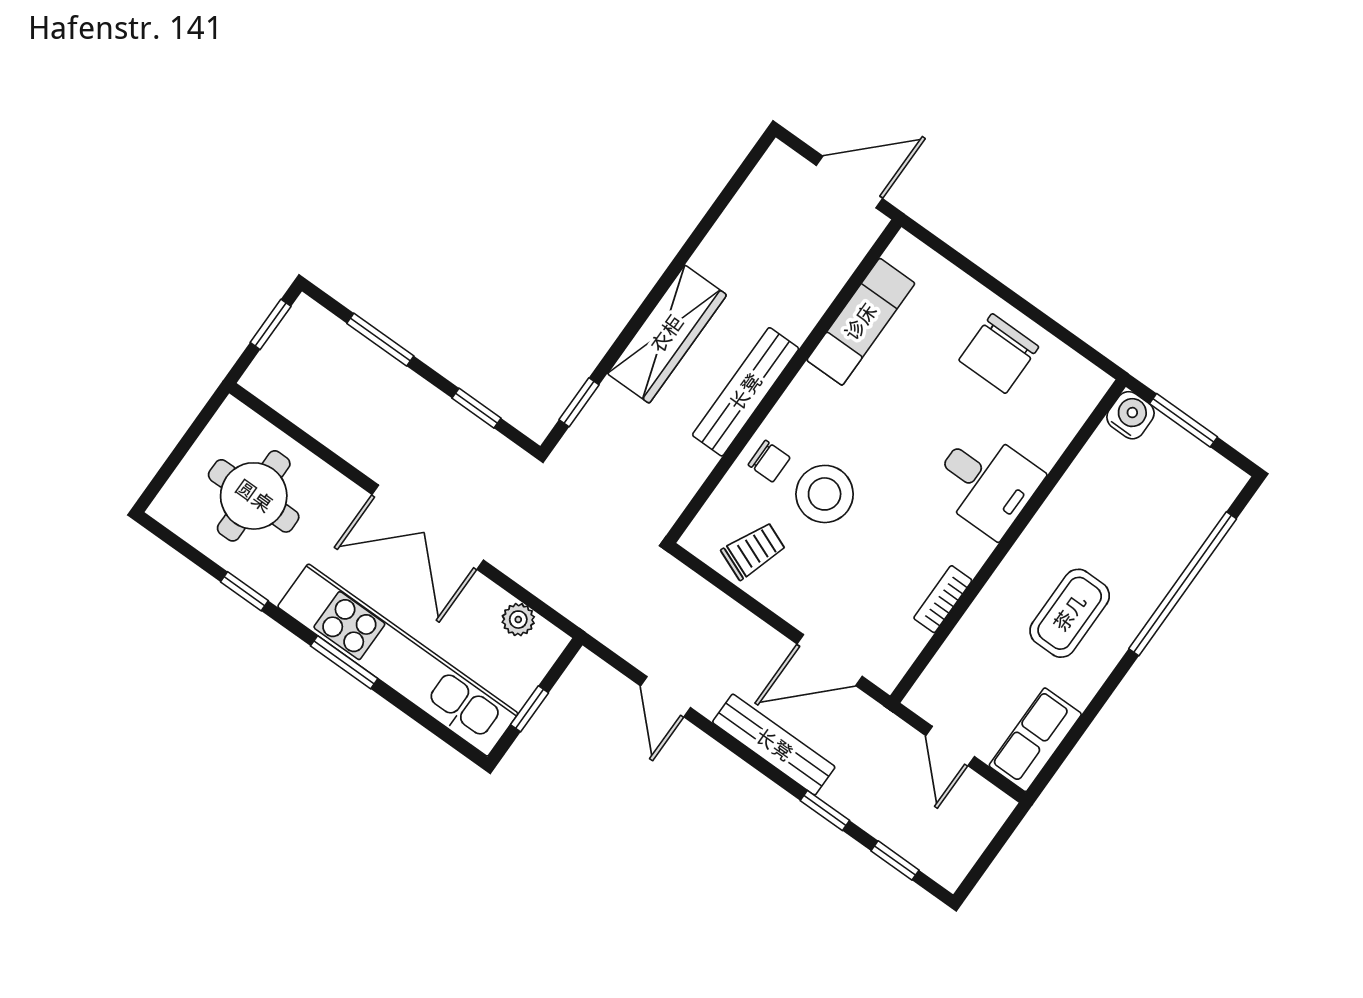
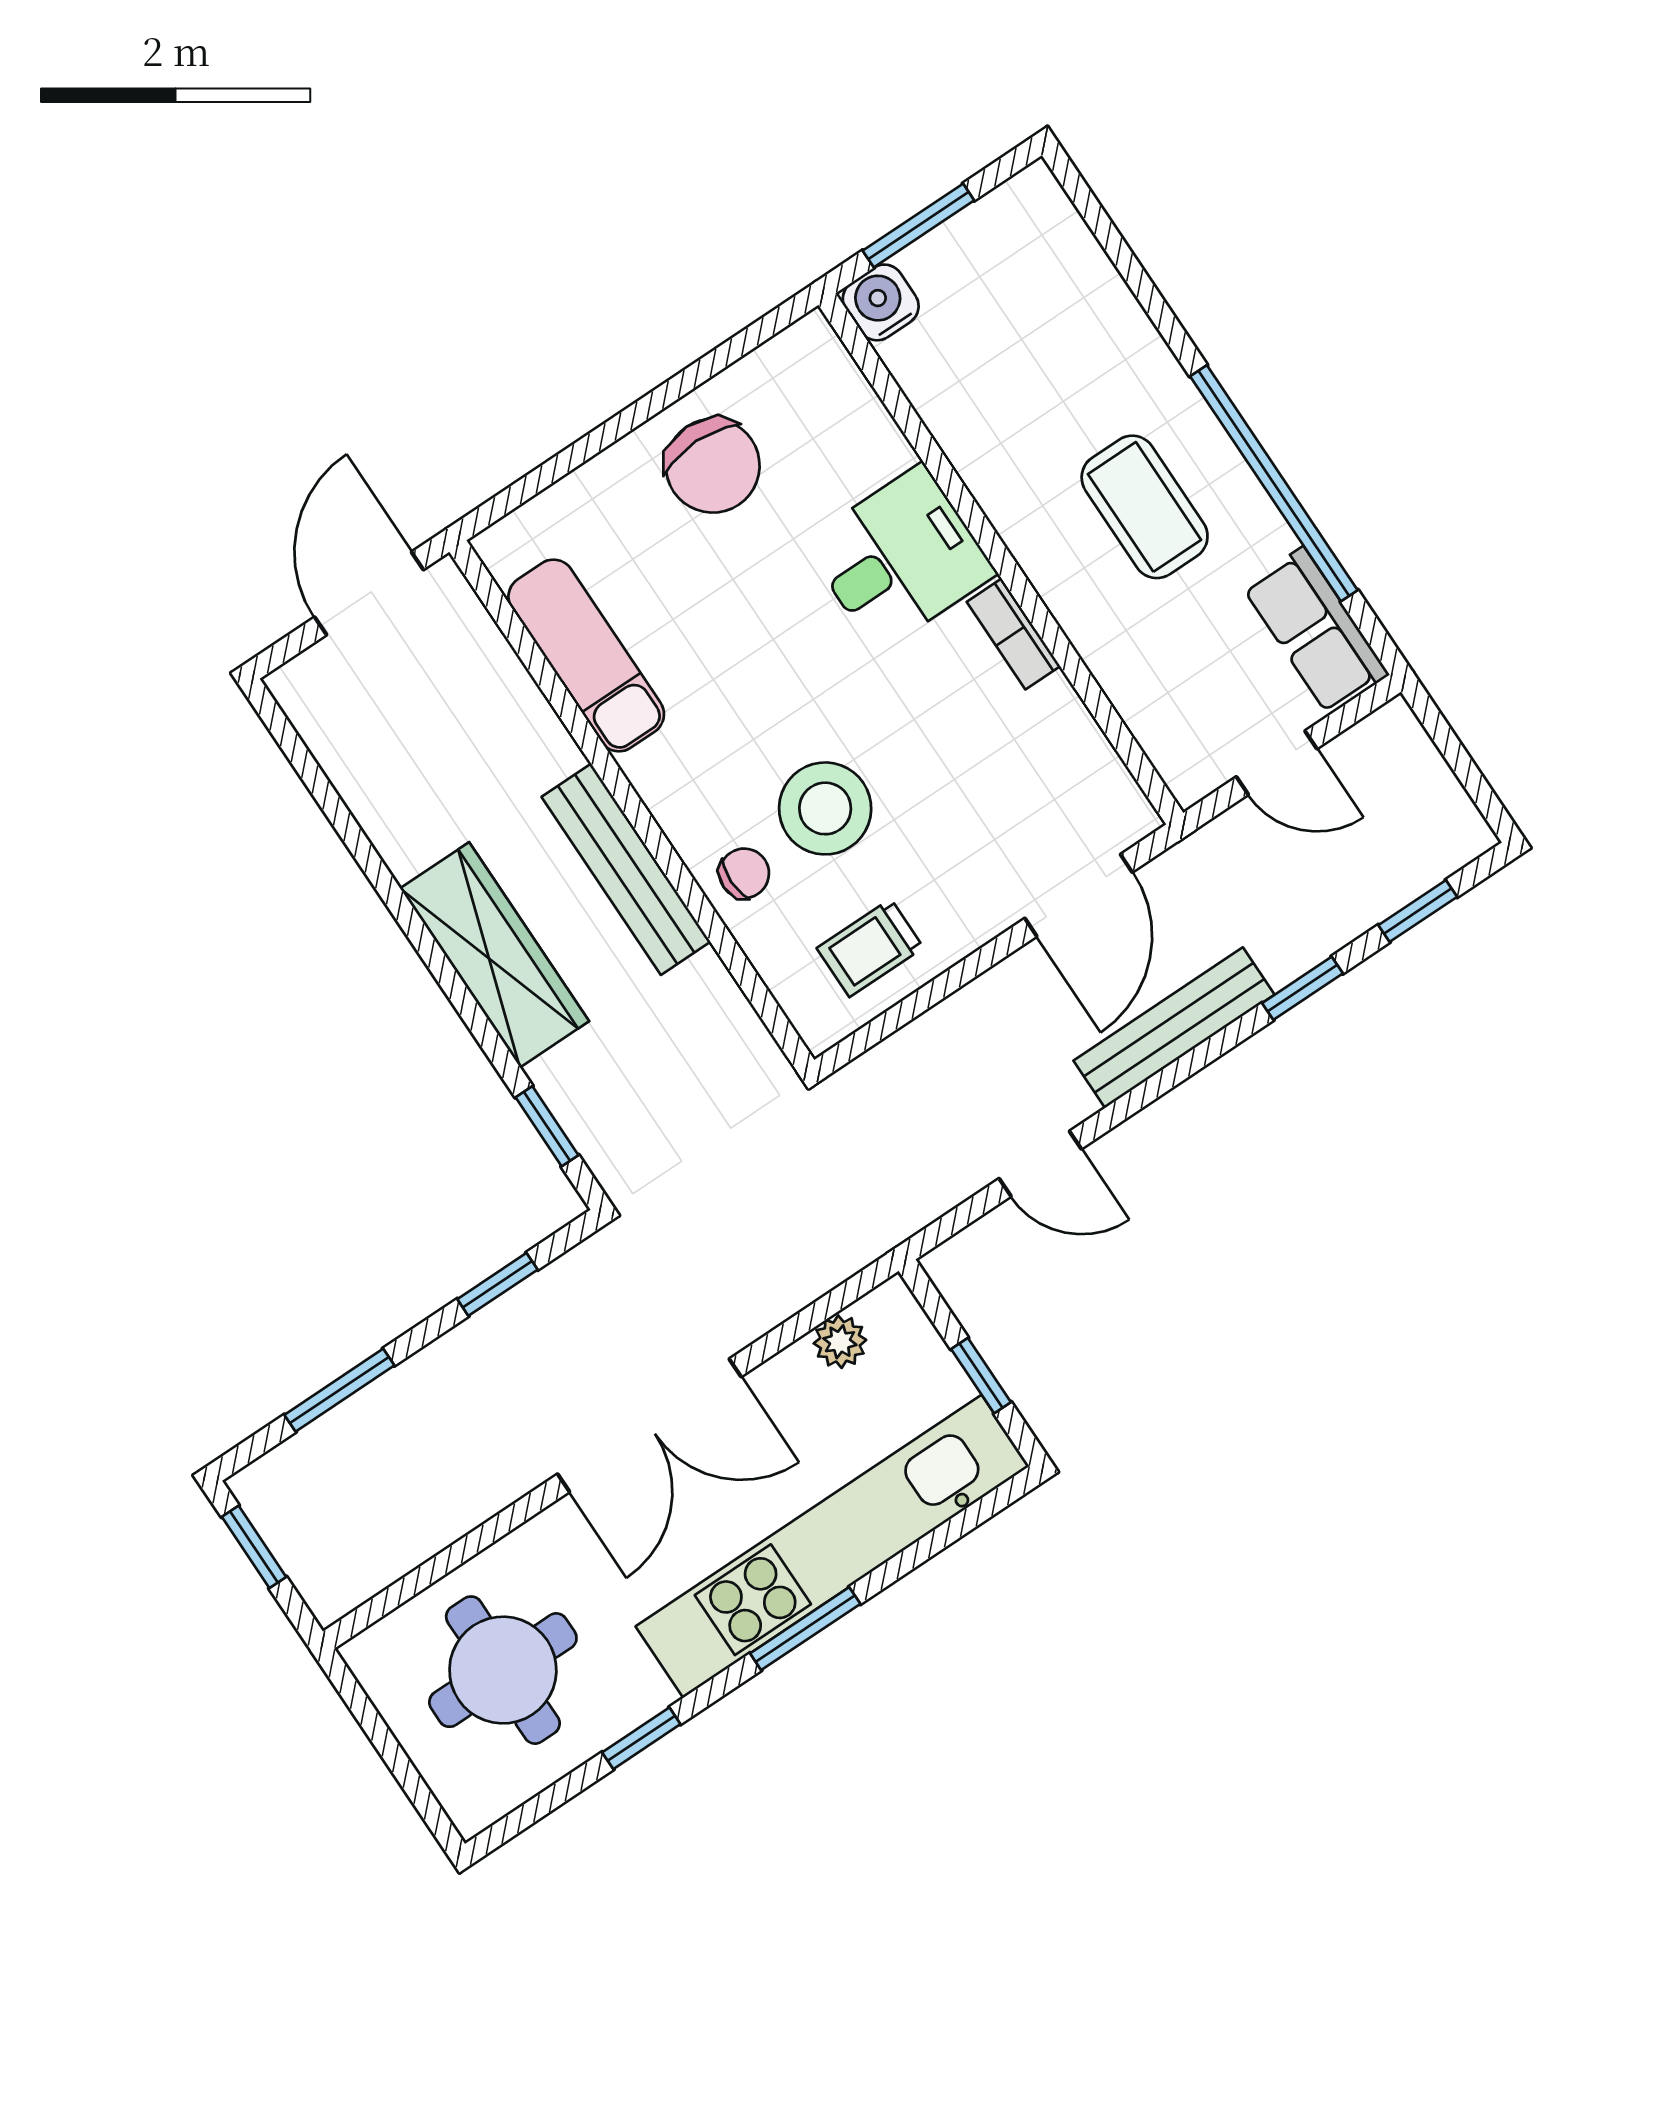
trolley: (753, 551) -> (870, 948), turned -112
window: (1183, 584) -> (1274, 483), moved
bookcase: (943, 599) -> (1014, 634), moved

